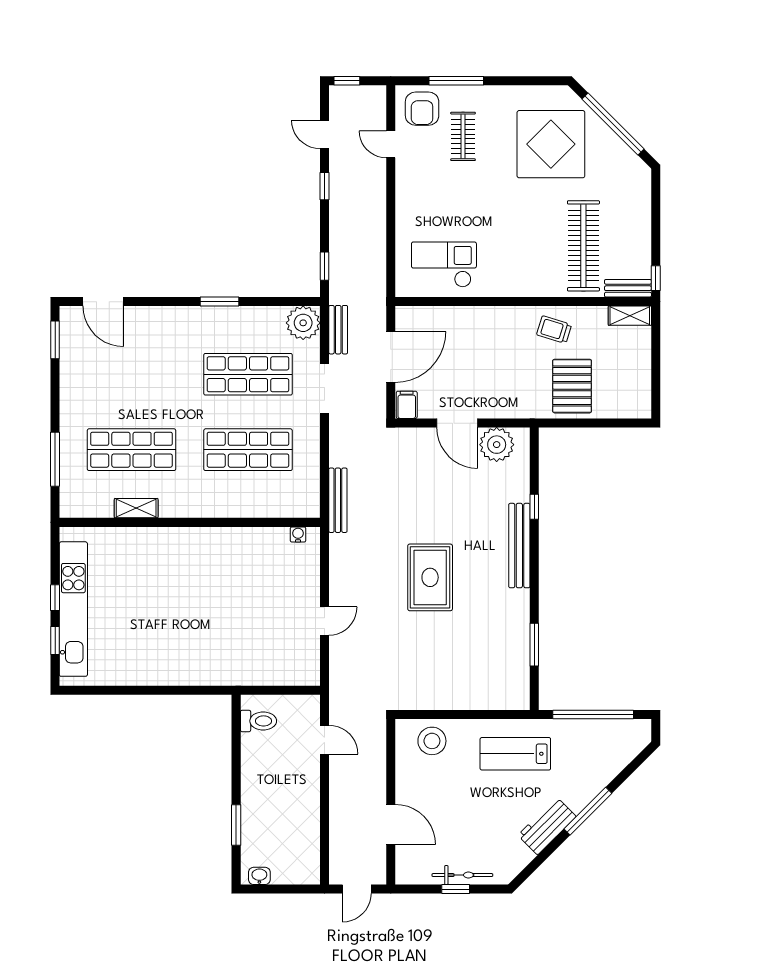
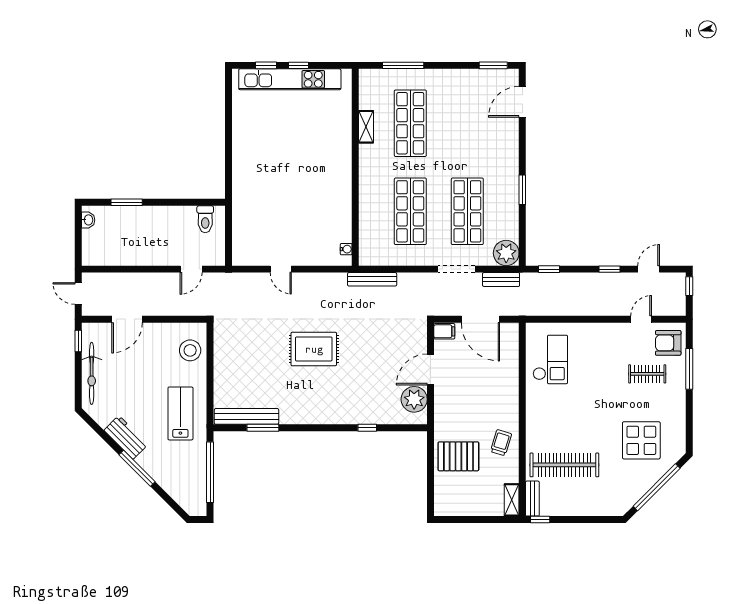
display table: (551, 144) -> (641, 440), width x0.73, depth x0.73
bench: (519, 546) -> (247, 416), moved
bicycle: (462, 875) -> (92, 373), width x1.37, depth x1.40
window: (456, 889) -> (78, 341), moved

